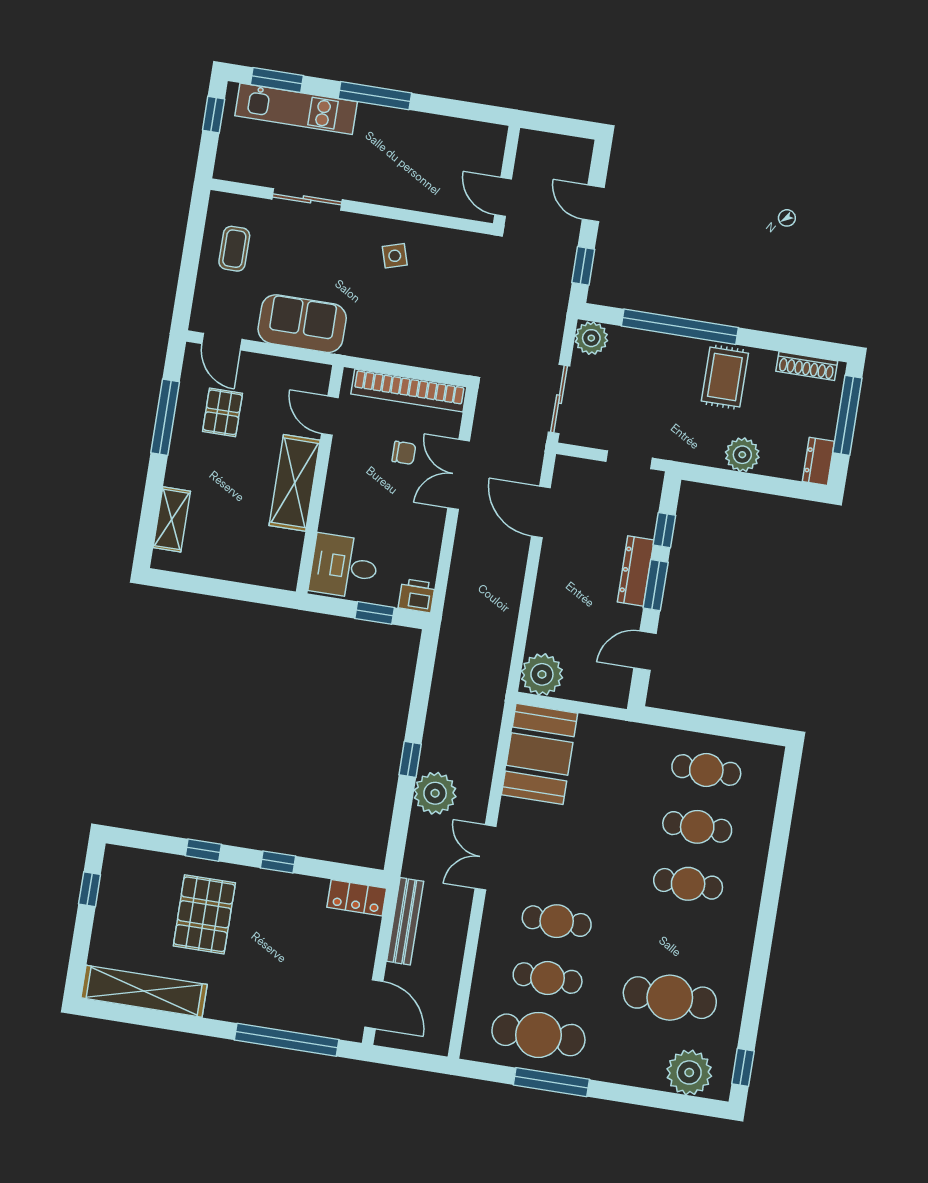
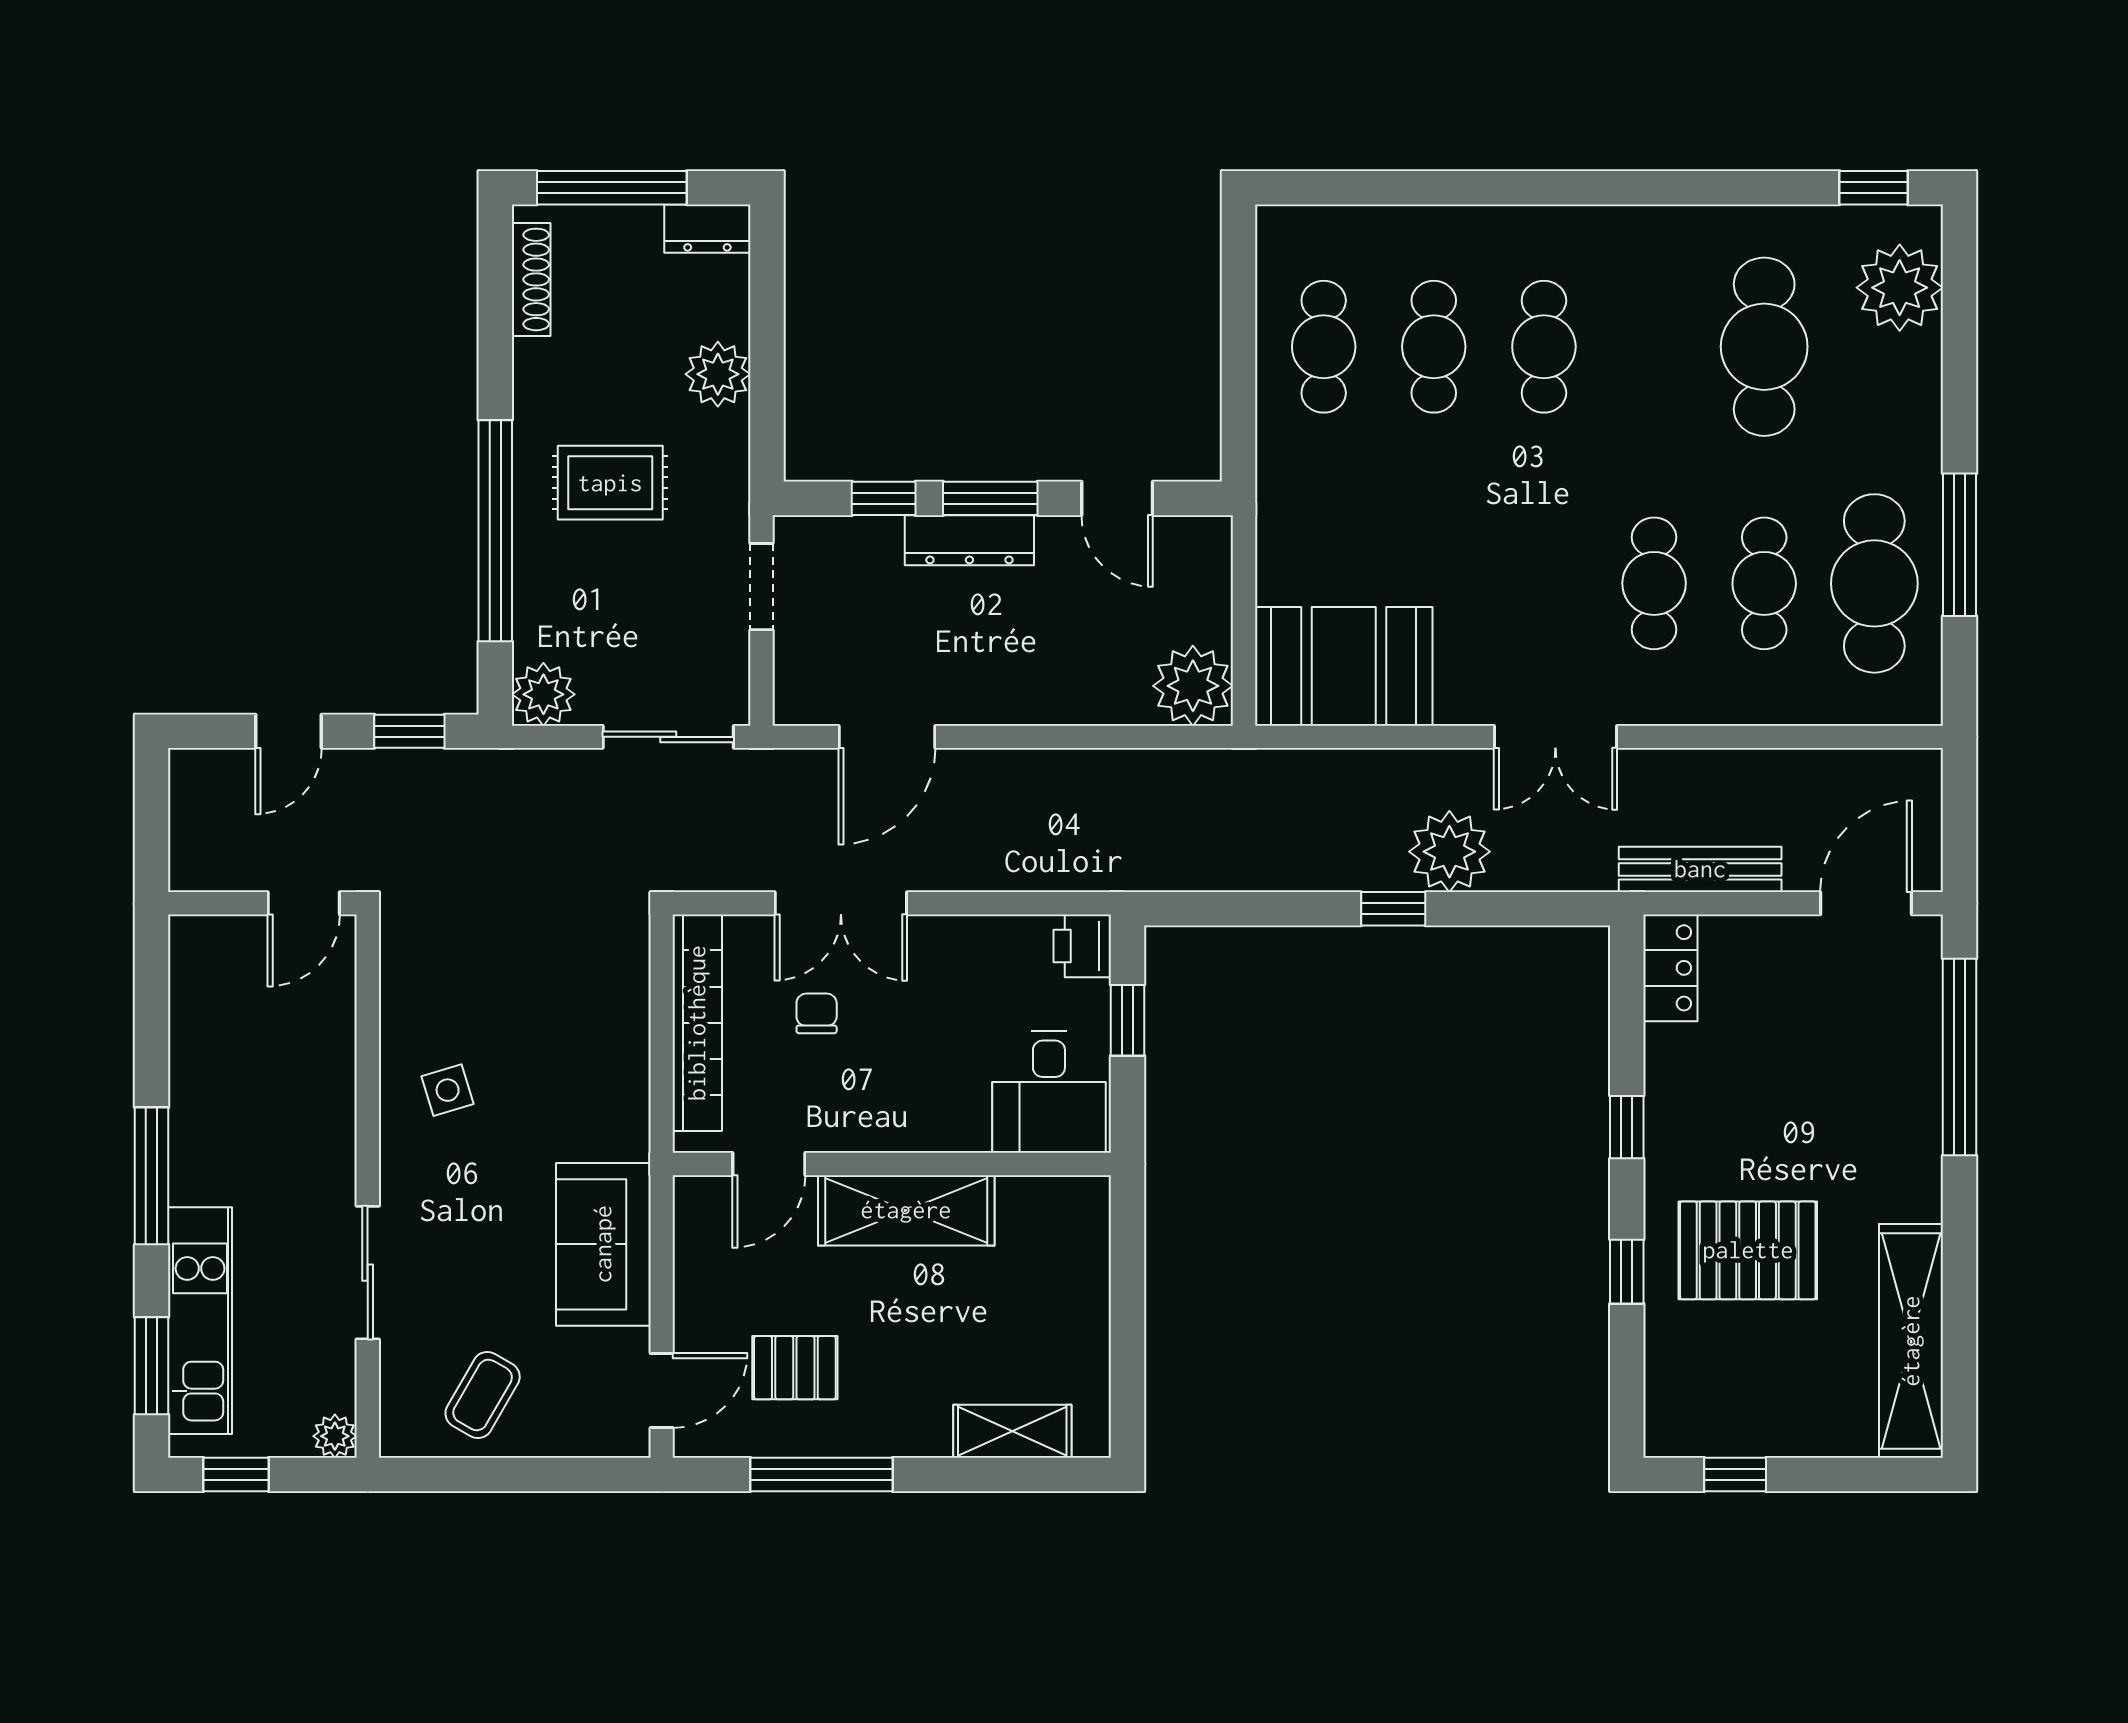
plant: (225, 169) -> (335, 1436), added
coffee table: (234, 249) -> (483, 1395), turned -60
rug: (725, 377) -> (610, 483), moved

